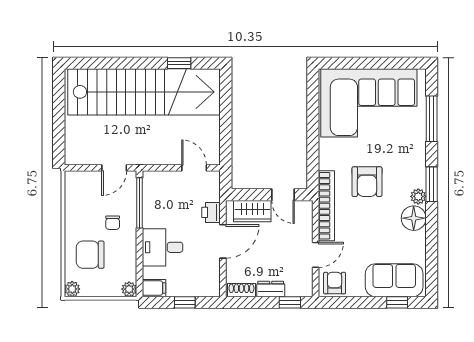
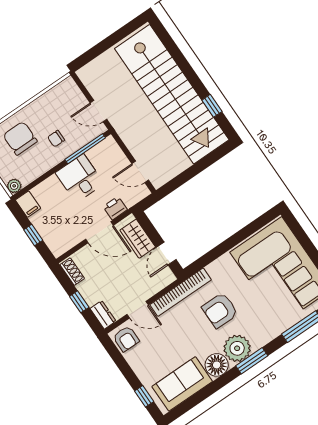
door: (194, 168) -> (140, 172), swing flipped
plant: (418, 196) -> (237, 348), width x1.88, depth x1.88
desk: (162, 247) -> (80, 178), moved
sofa: (394, 280) -> (182, 384), moved, turned -90
armchair: (335, 283) -> (126, 339), turned 90
dresser: (271, 289) -> (103, 315), moved
window: (290, 302) -> (79, 302), moved

